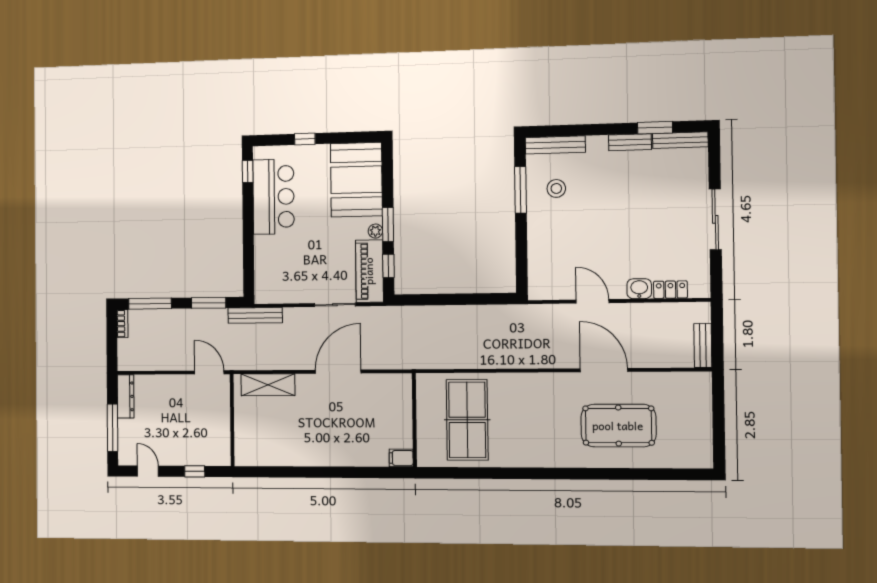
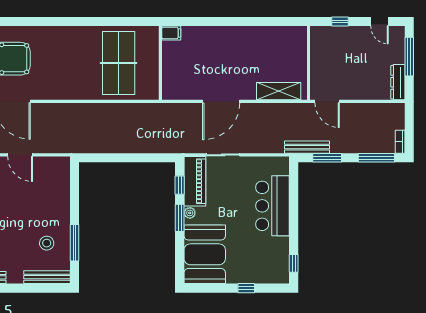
bar counter: (273, 197) -> (273, 206), moved
bench: (255, 315) -> (307, 147), moved

